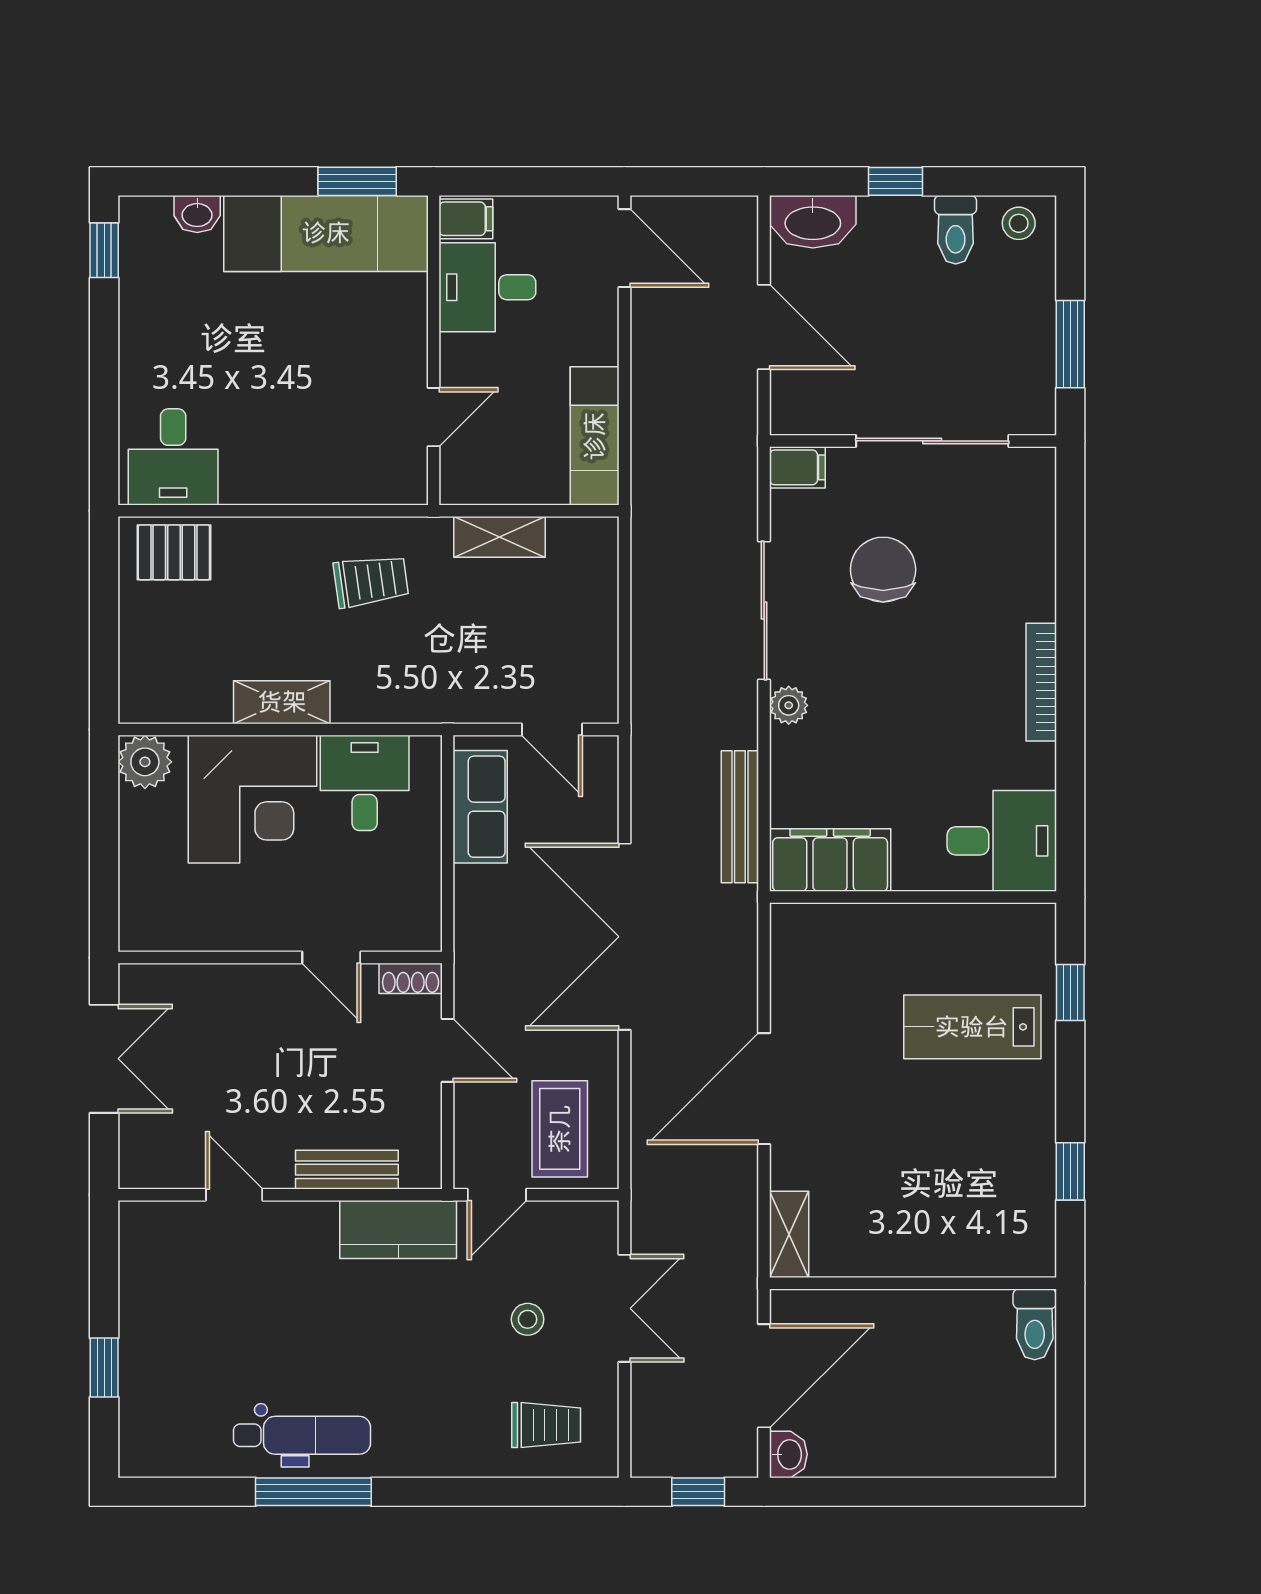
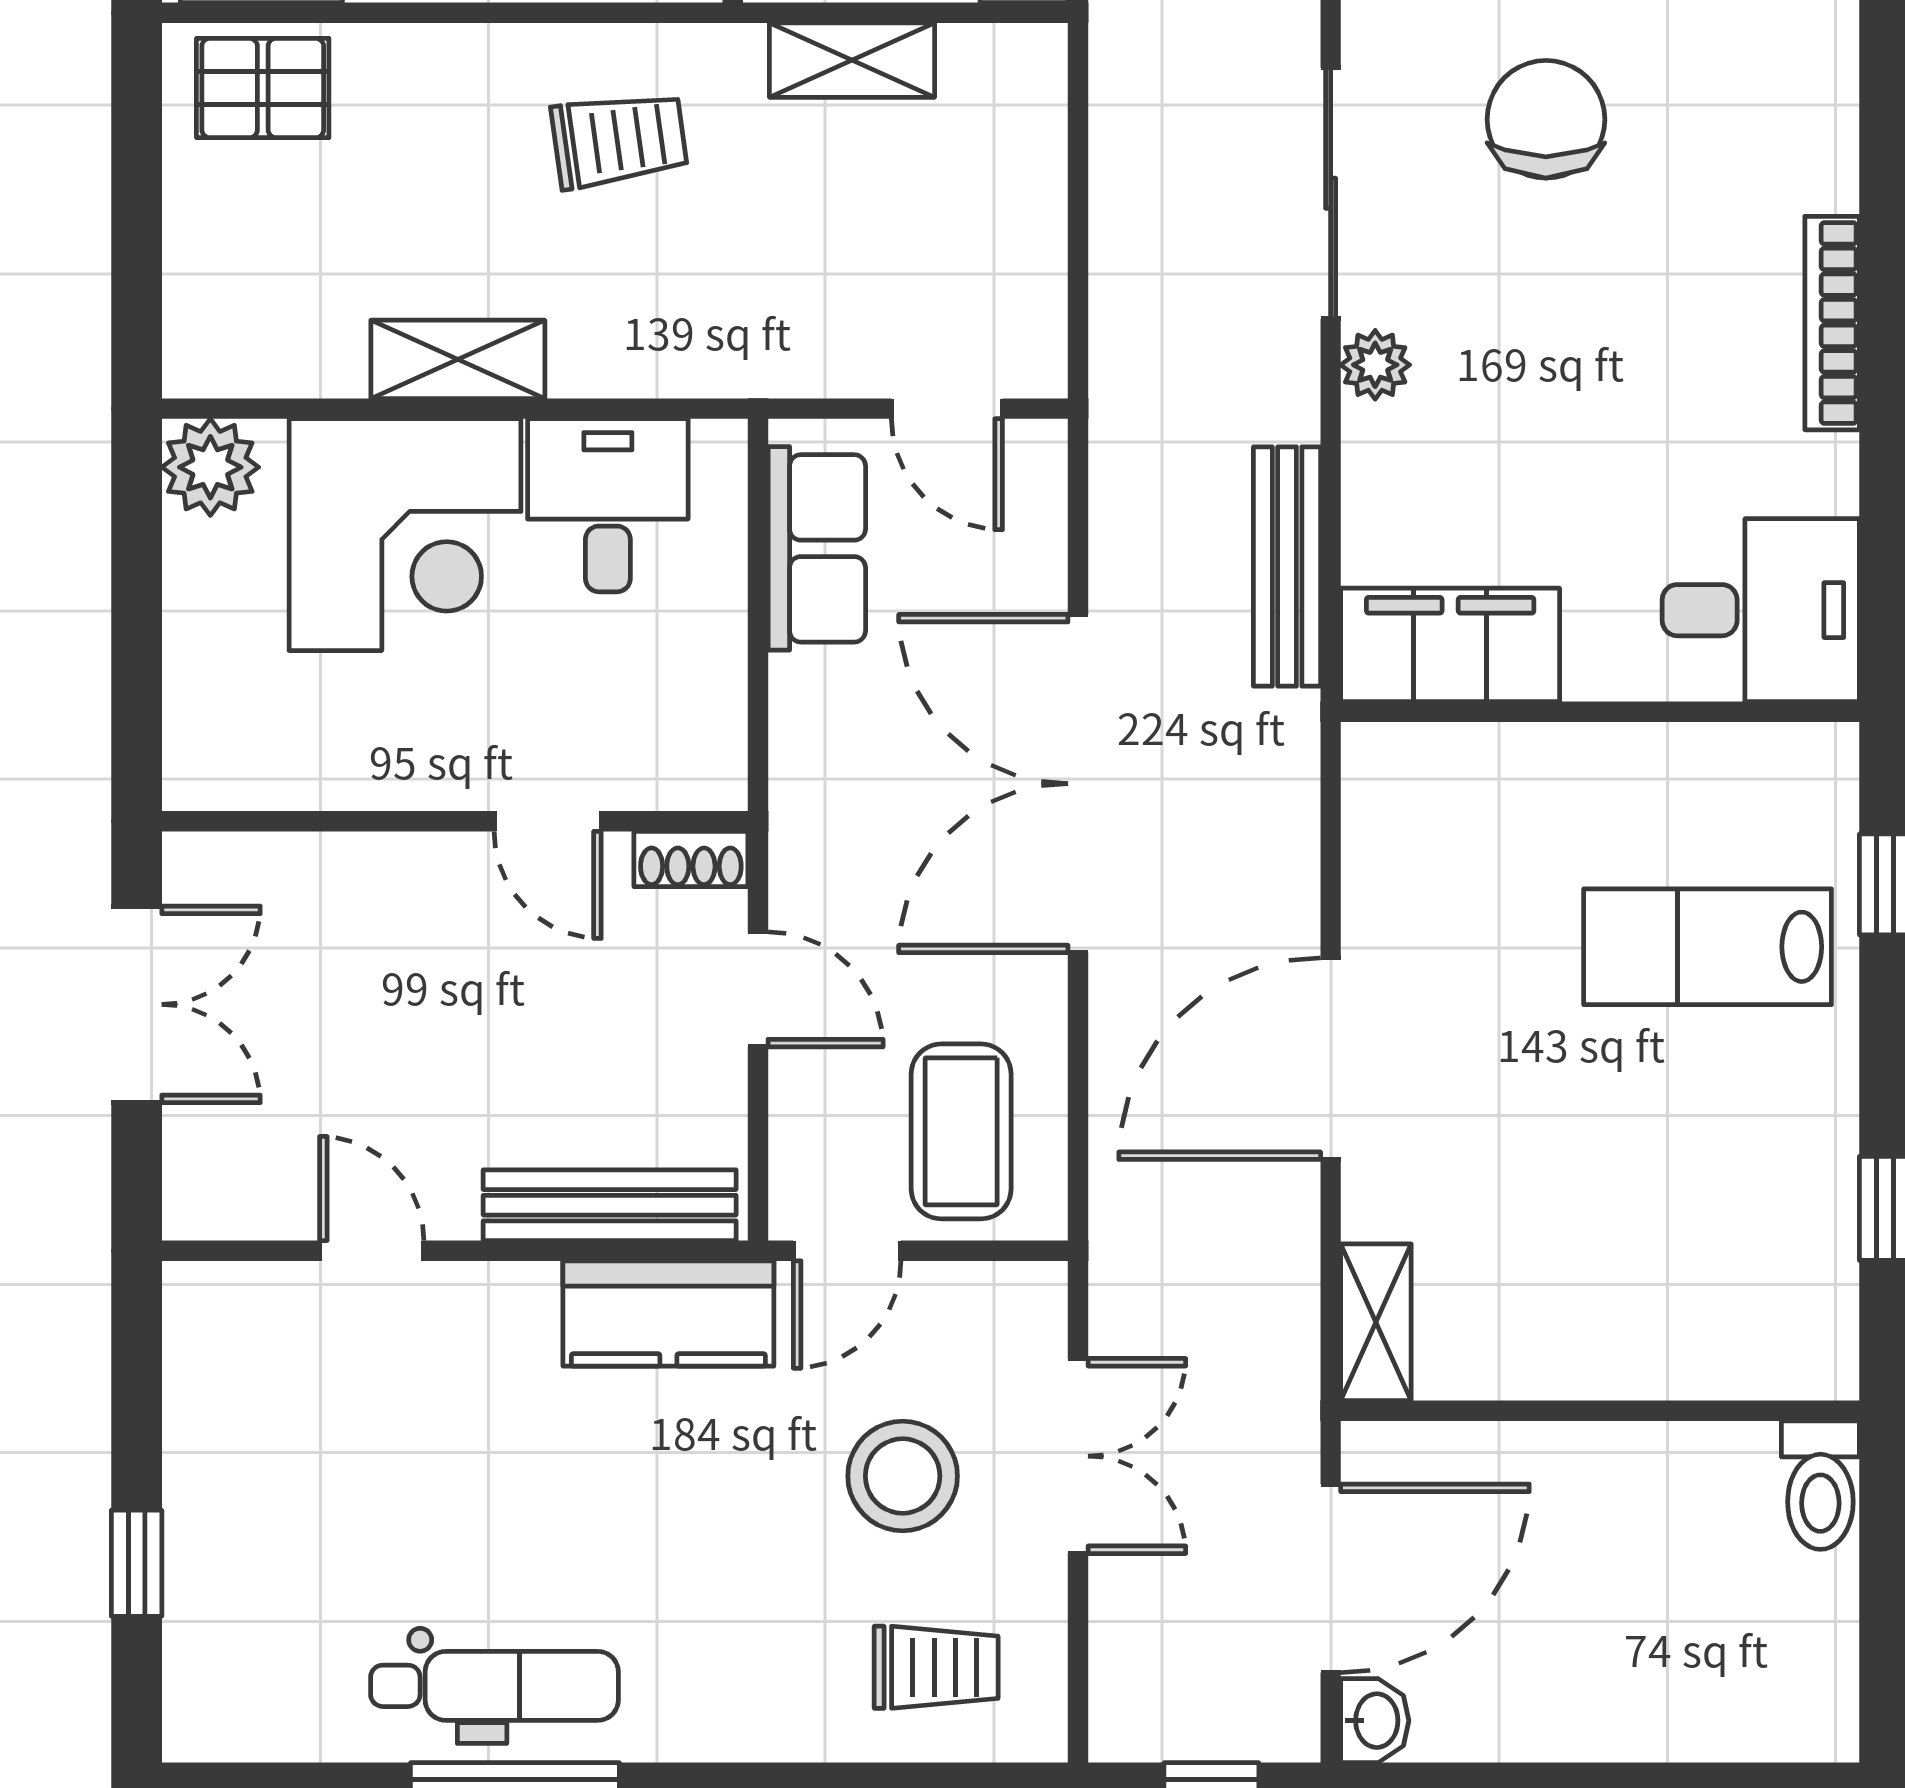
bench: (347, 1170) -> (610, 1205), width x1.36
stool: (528, 1319) -> (903, 1476), width x1.89, depth x1.89

